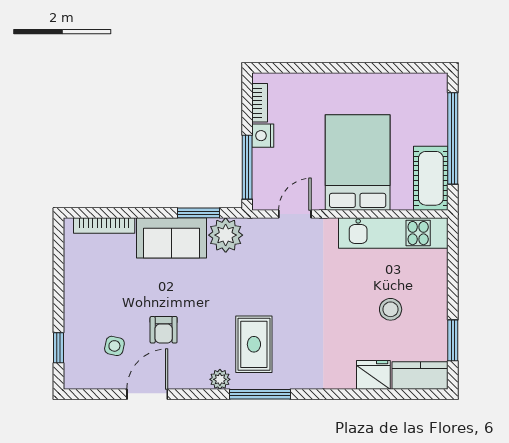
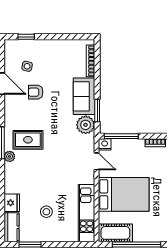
nightstand: (263, 136) -> (105, 144), moved
plant: (220, 379) -> (10, 156), moved

